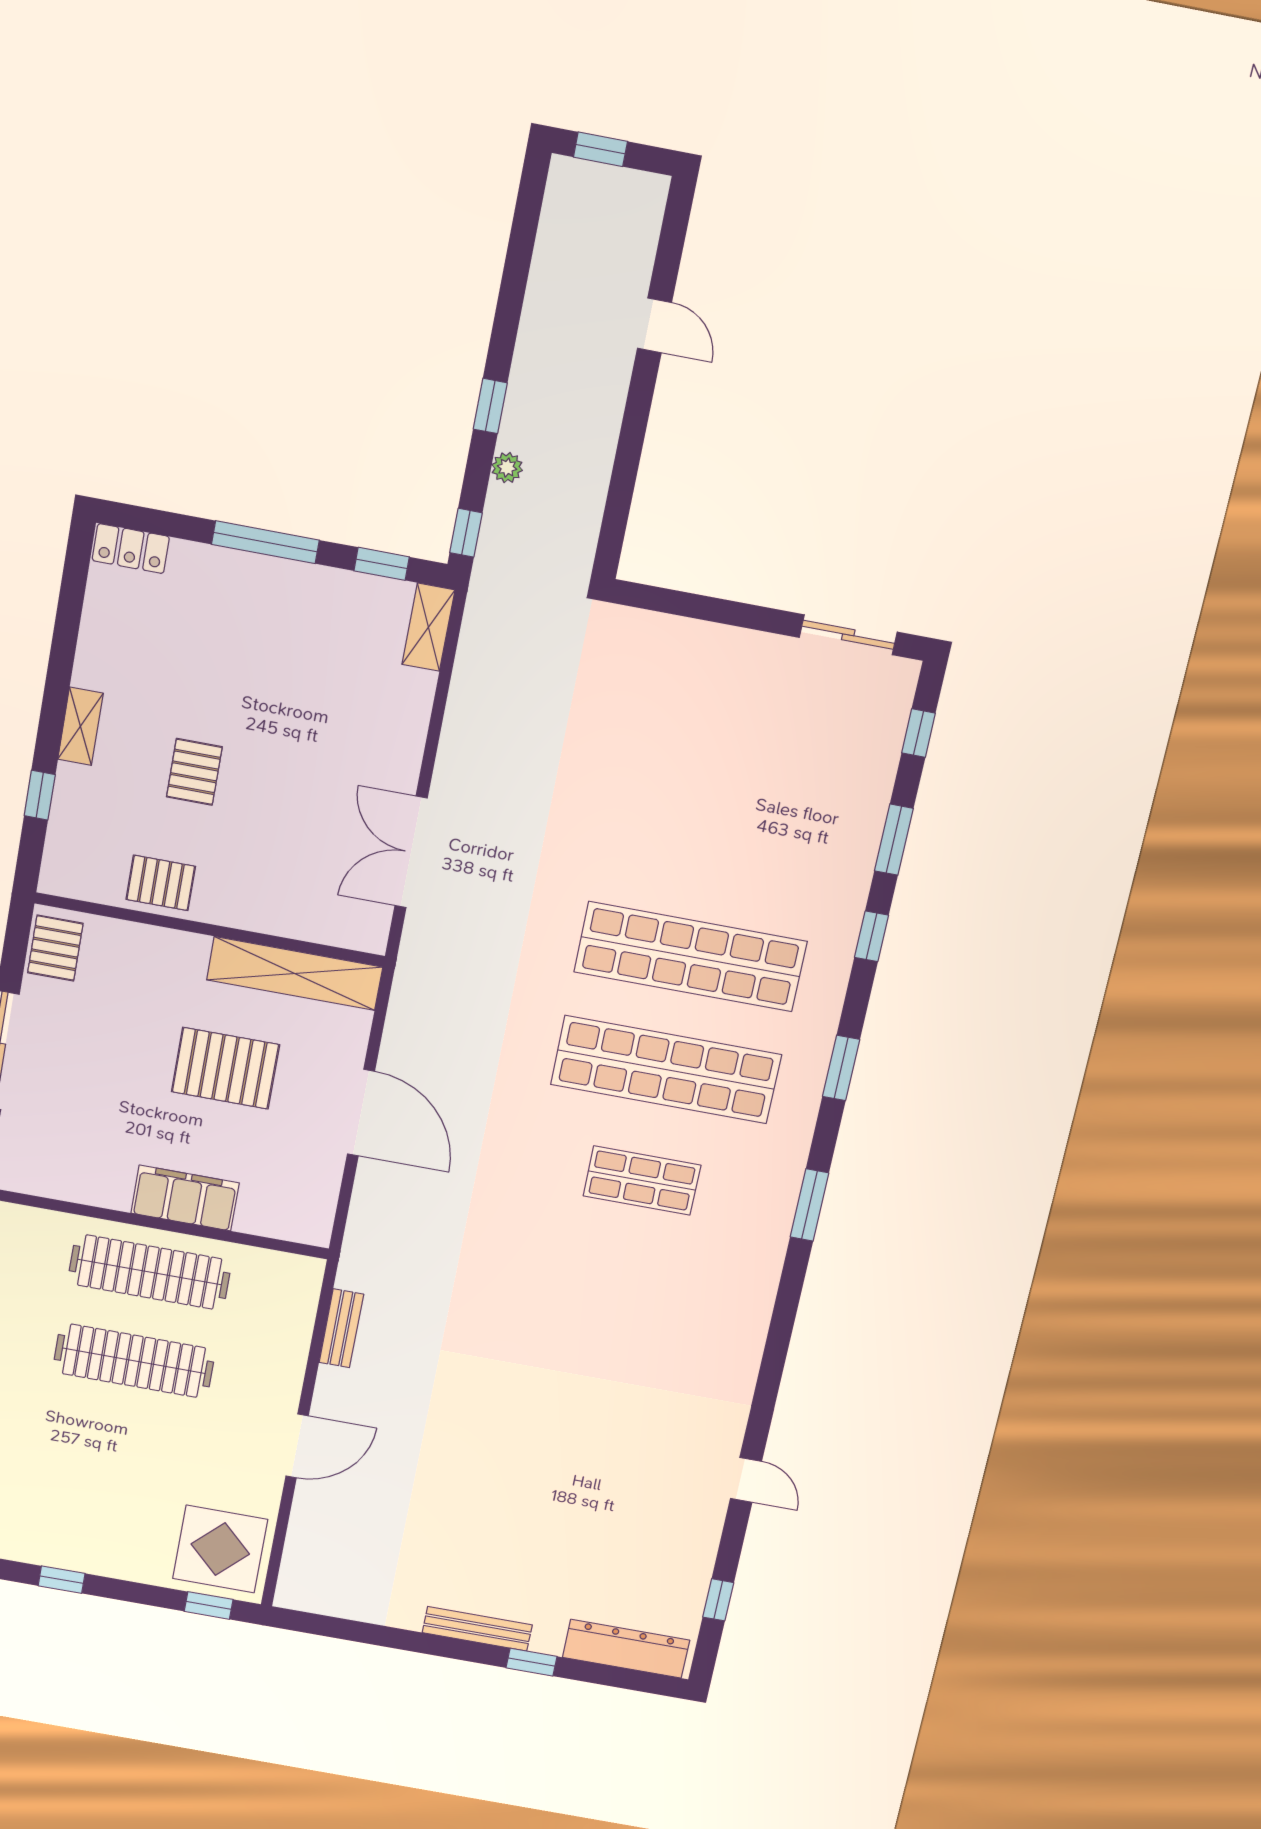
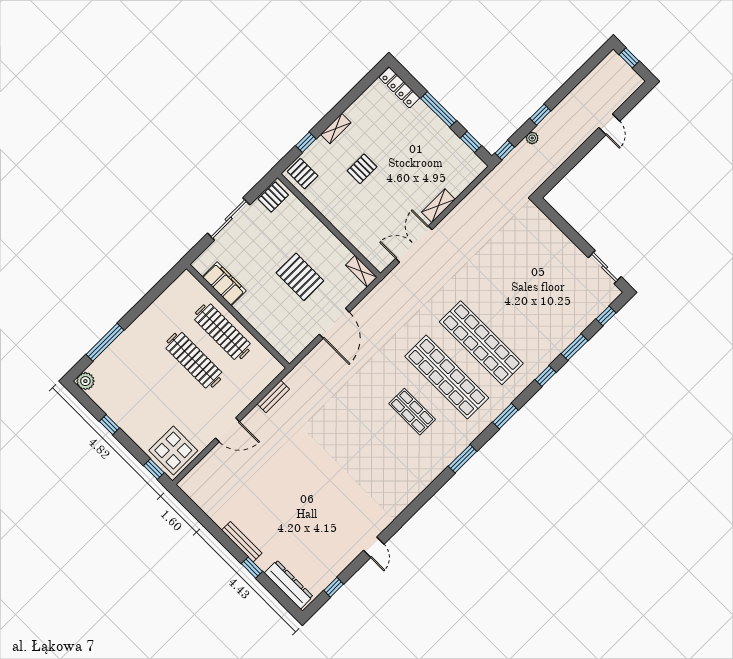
locker: (131, 549) -> (399, 88), width x1.53
shelving: (428, 627) -> (438, 206), moved
pallet: (161, 883) -> (303, 174), moved
shelving: (295, 973) -> (361, 271), width x0.45, depth x0.75
filing cabinet: (185, 1198) -> (224, 284), moved

